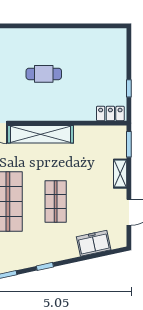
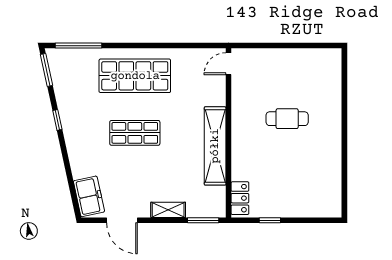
cafe table: (44, 74) -> (287, 119), turned 90
shelving: (41, 134) -> (215, 146), moved
freezer: (94, 243) -> (89, 196), moved

